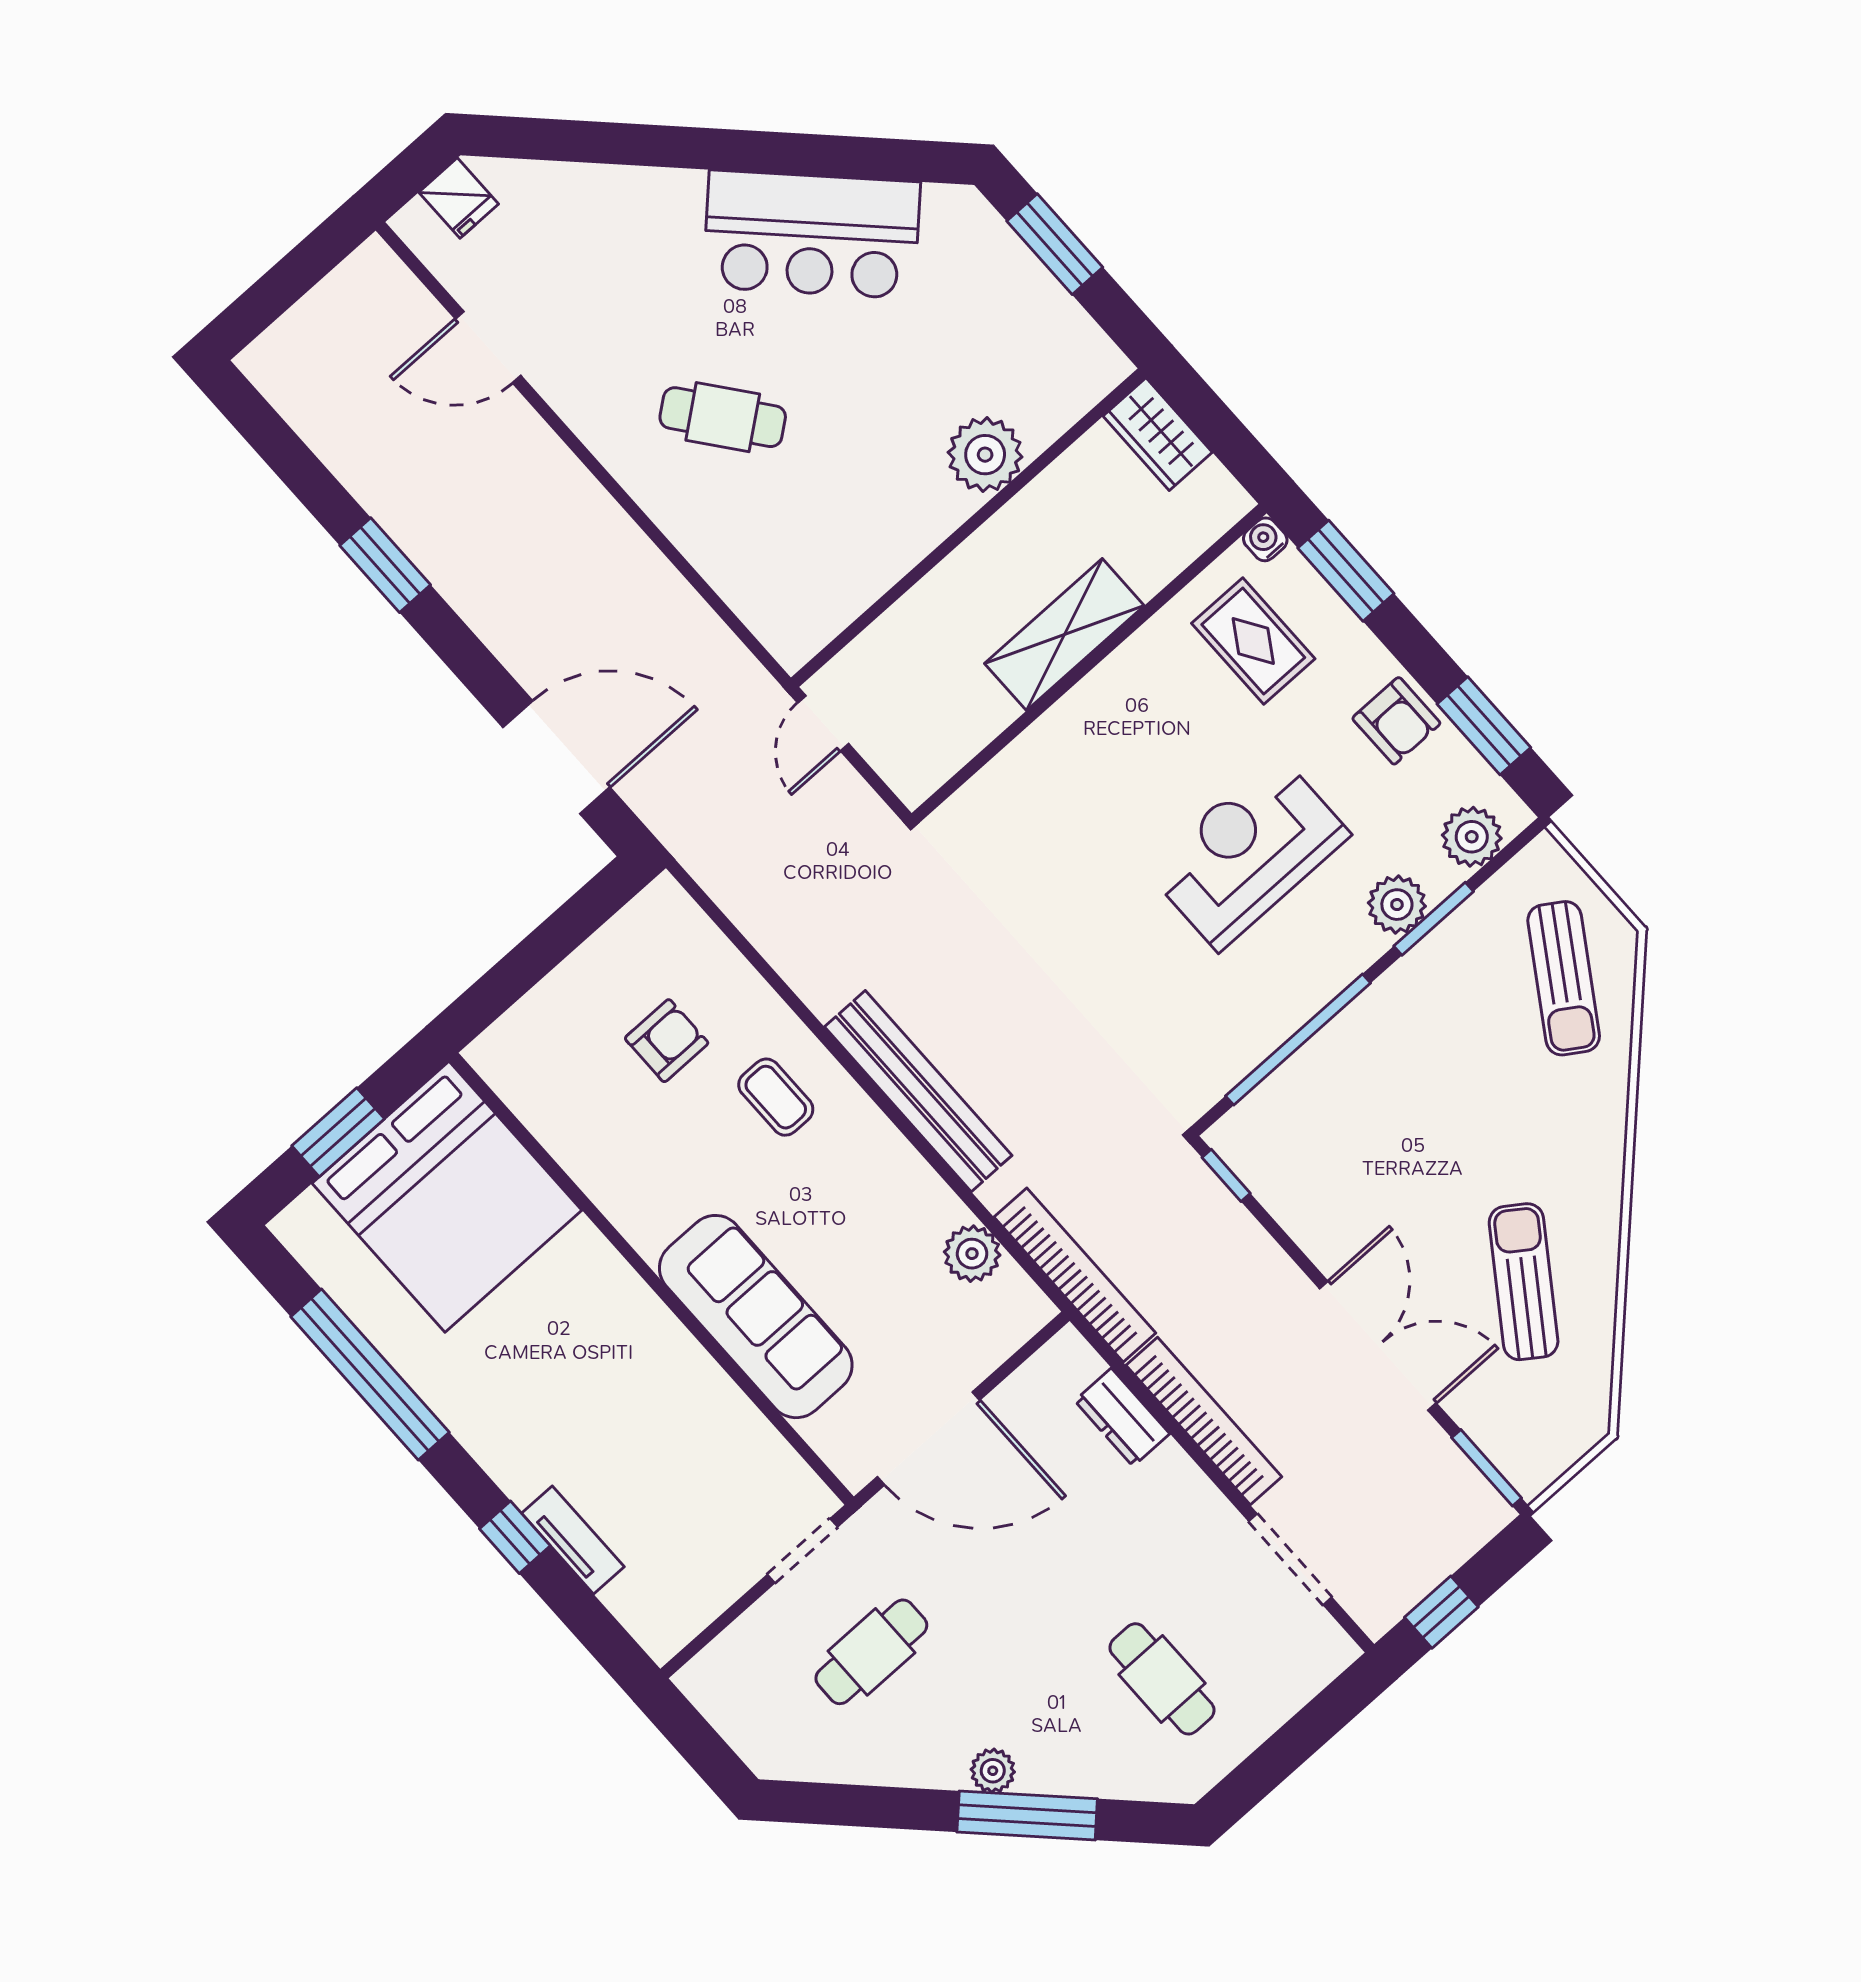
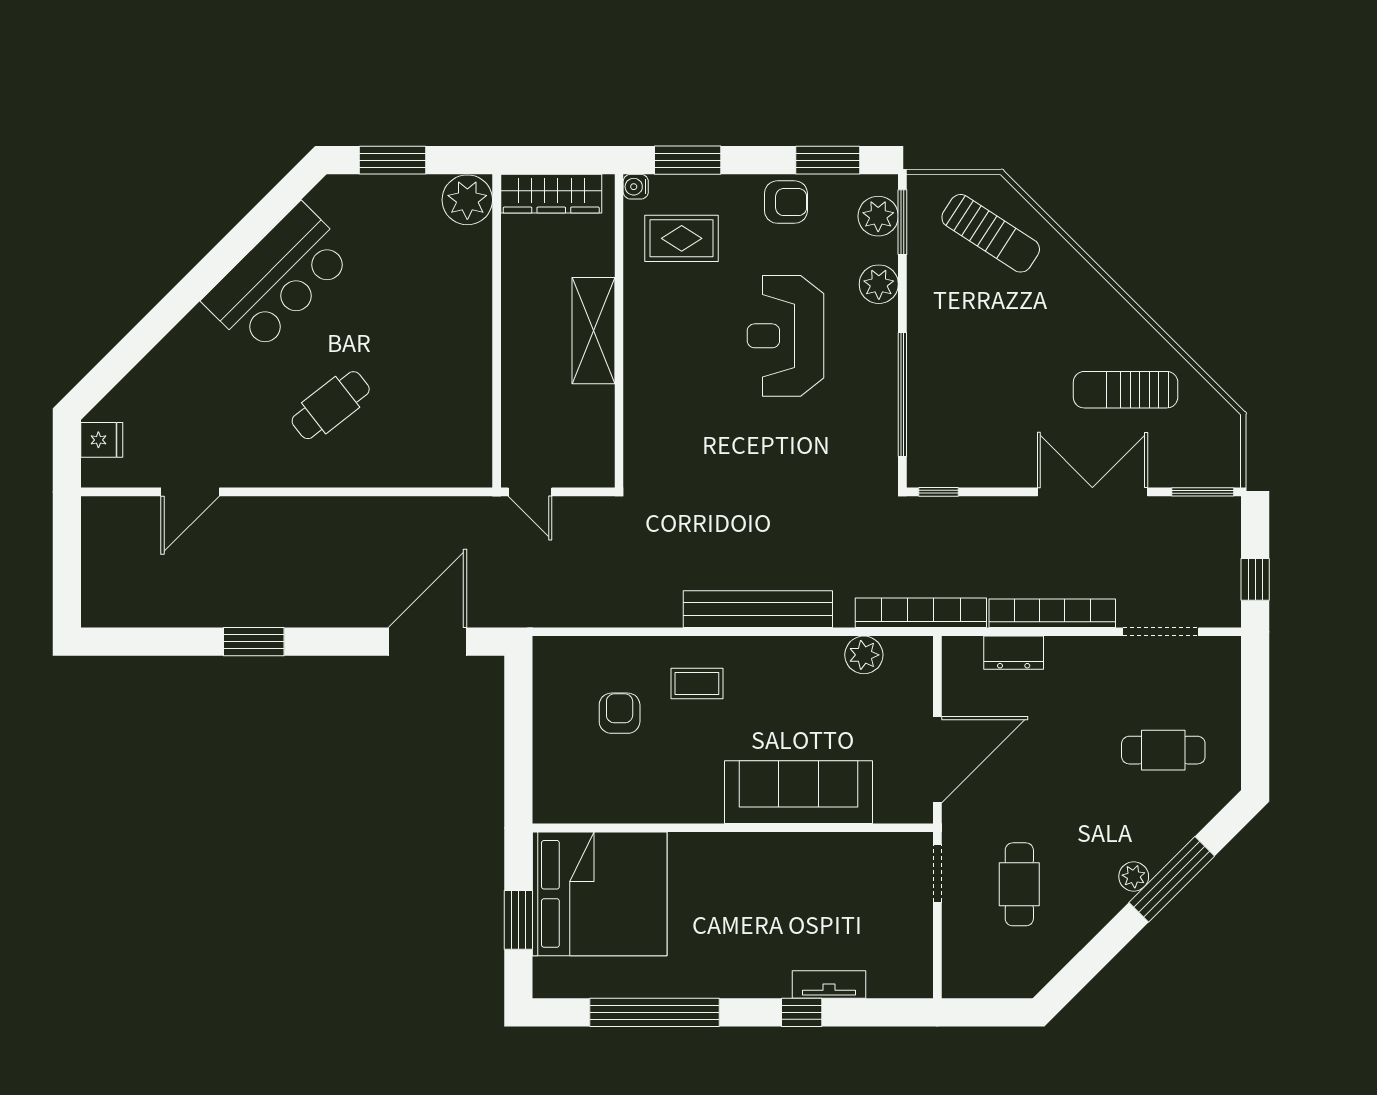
wardrobe: (1158, 434) -> (551, 194), width x1.50
plant: (985, 455) -> (467, 200), moved
window: (1434, 919) -> (902, 222), moved
sun lounger: (1524, 1282) -> (1126, 390), turned -35

